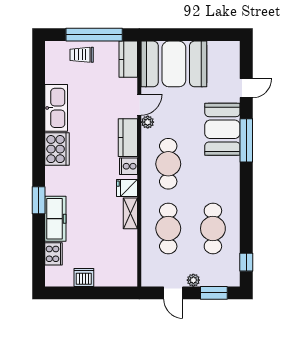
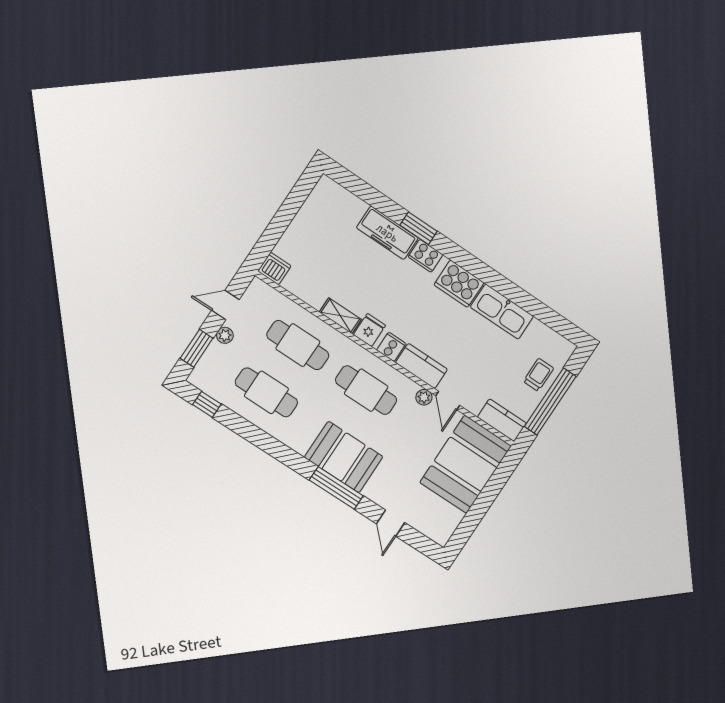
booth: (222, 129) -> (344, 457), moved
cooker: (54, 254) -> (426, 256), moved
dishwasher: (84, 277) -> (274, 269), moved, turned -90

